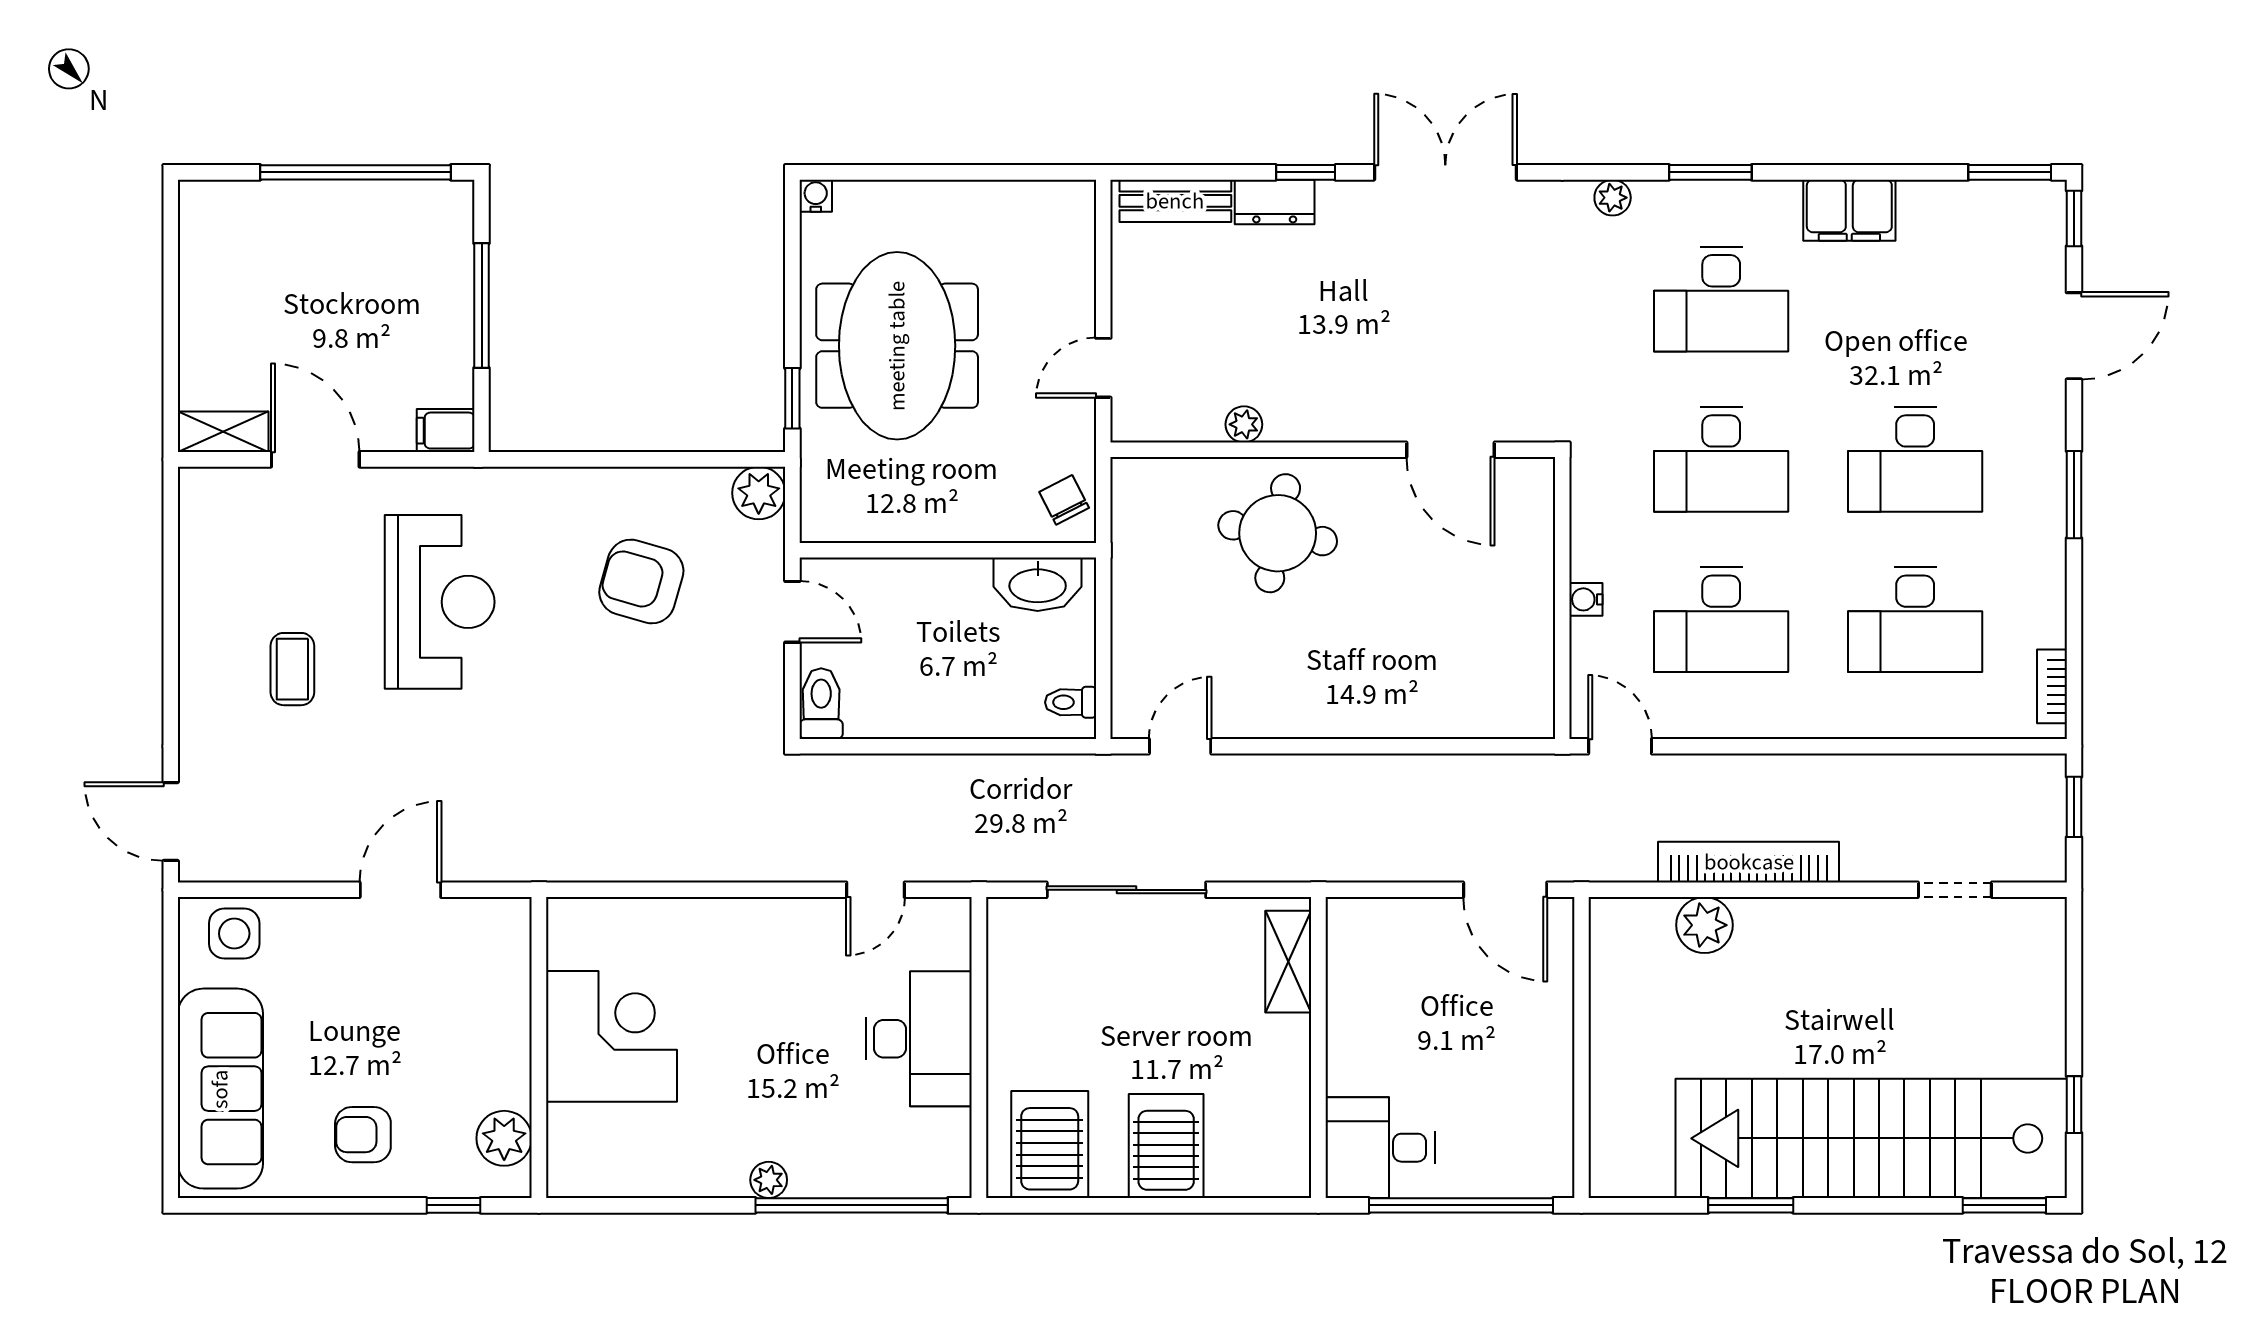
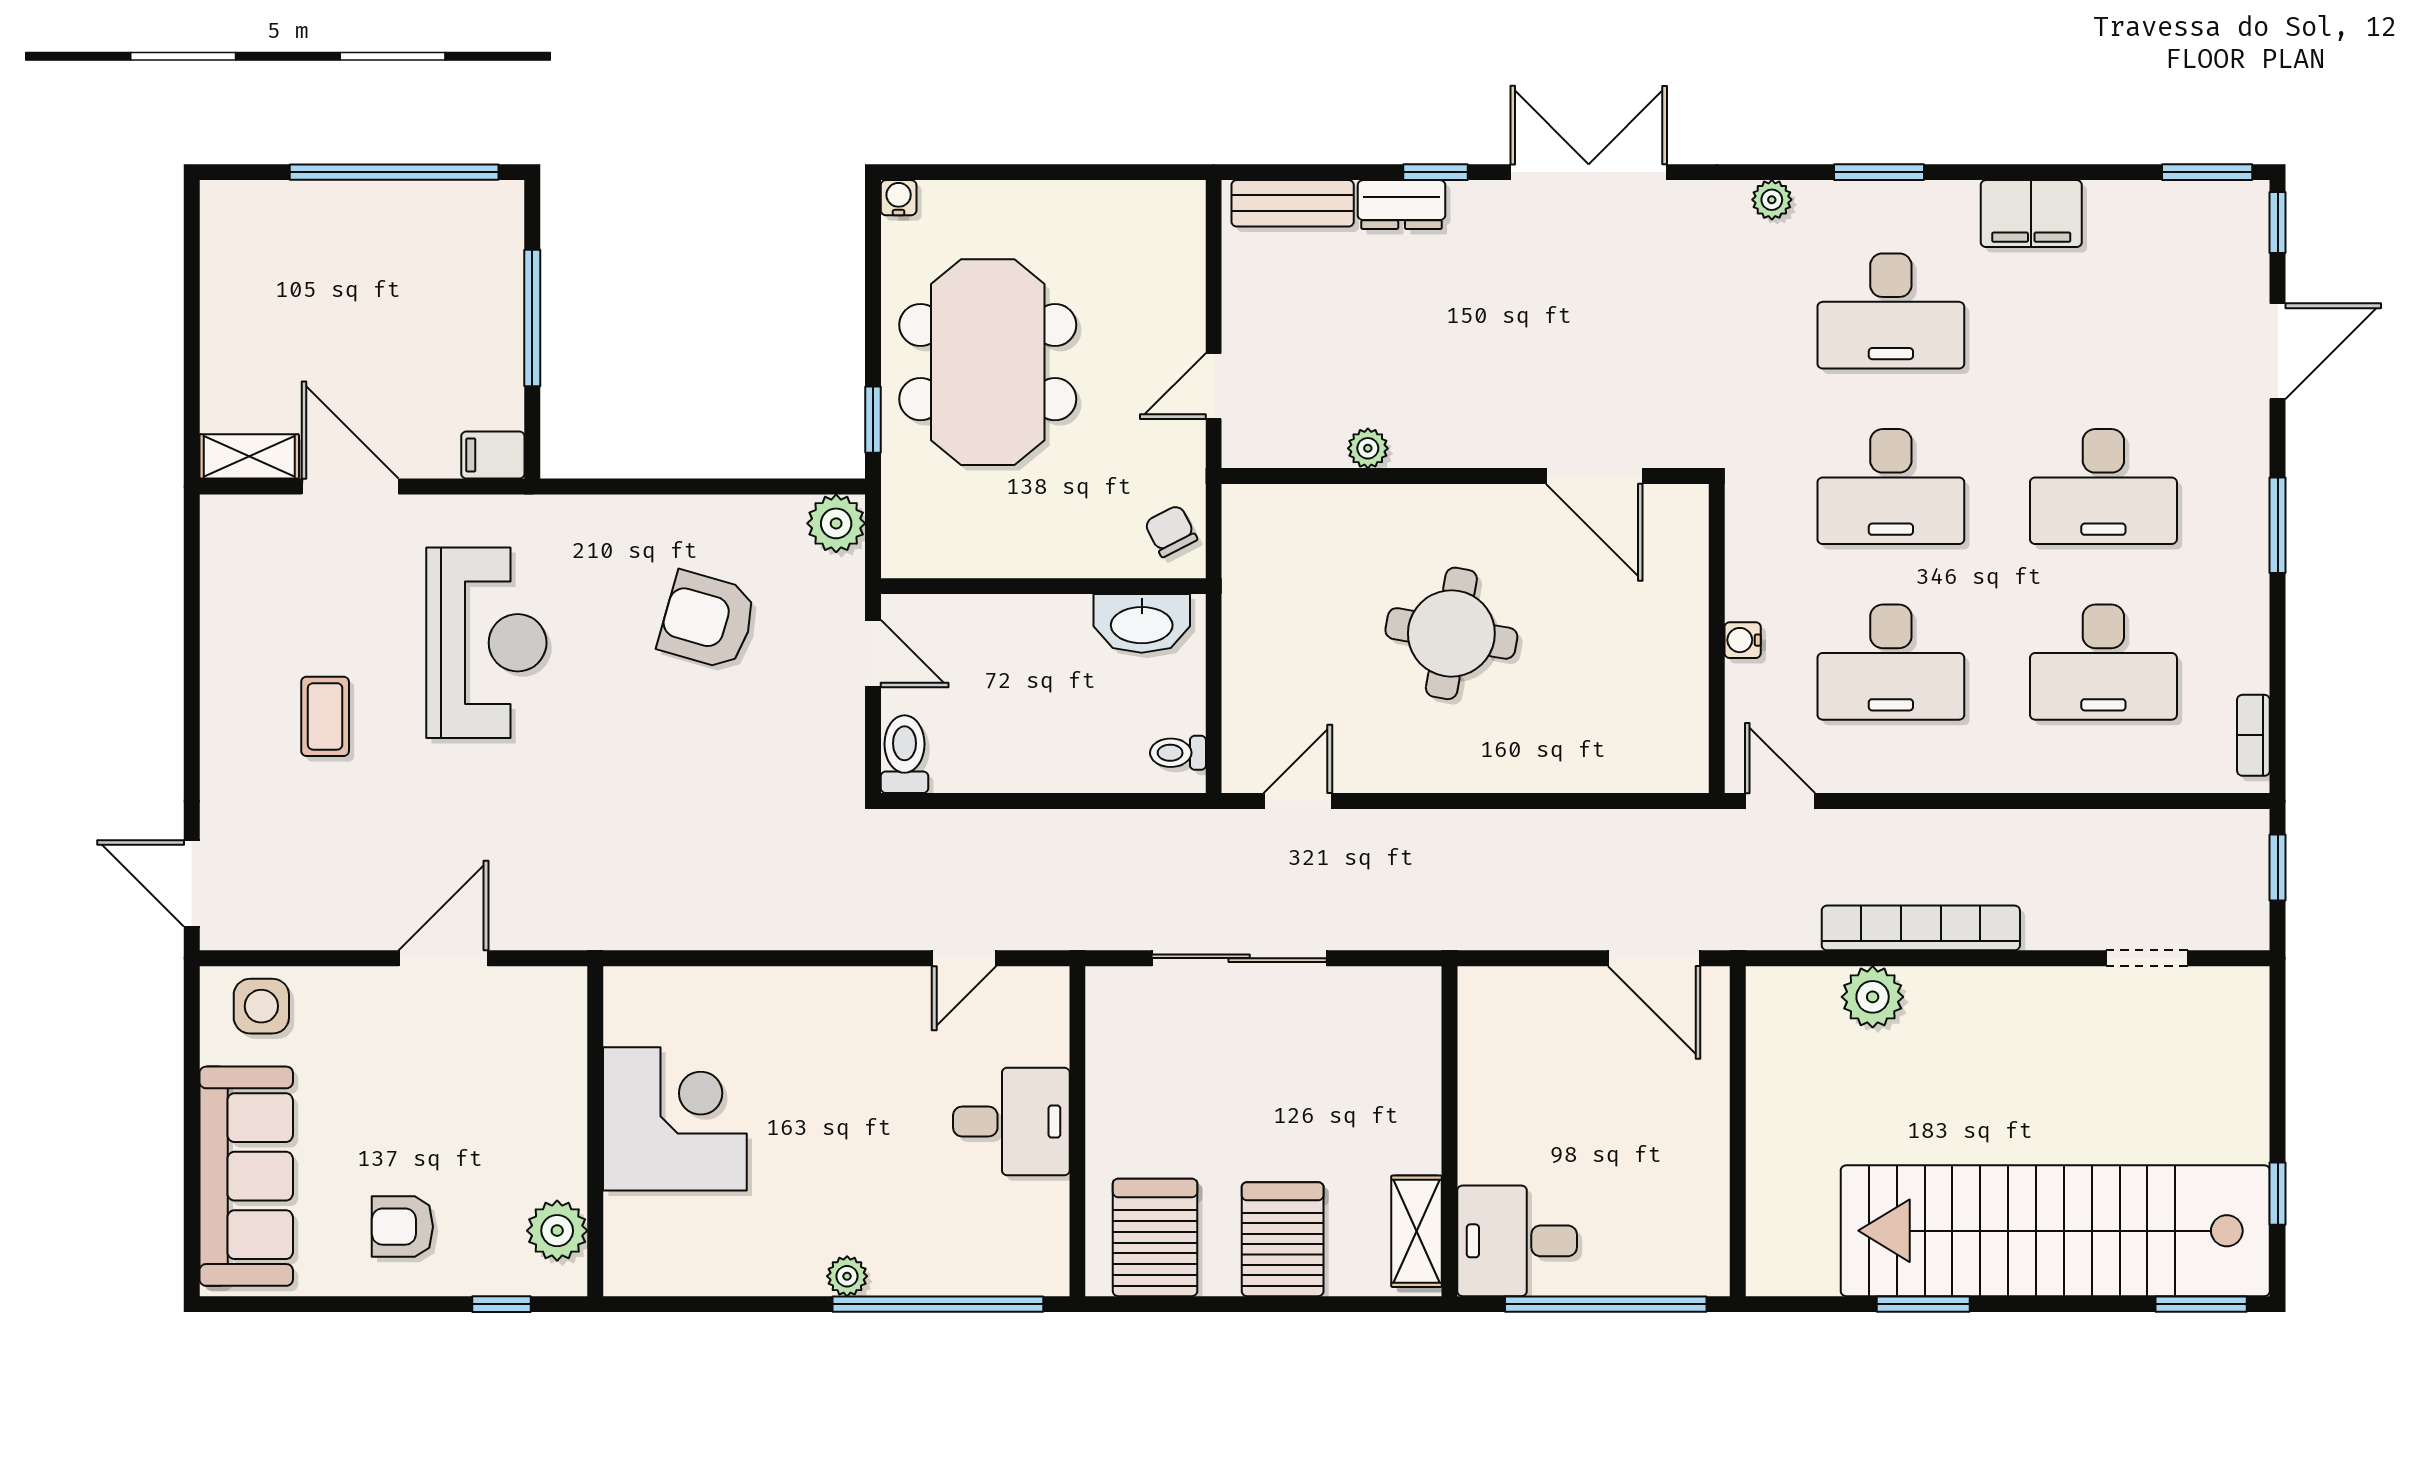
round table: (1278, 533) -> (1451, 633), moved
shelving: (1288, 962) -> (1416, 1231), moved
desk: (919, 1039) -> (1011, 1121), width x0.73

